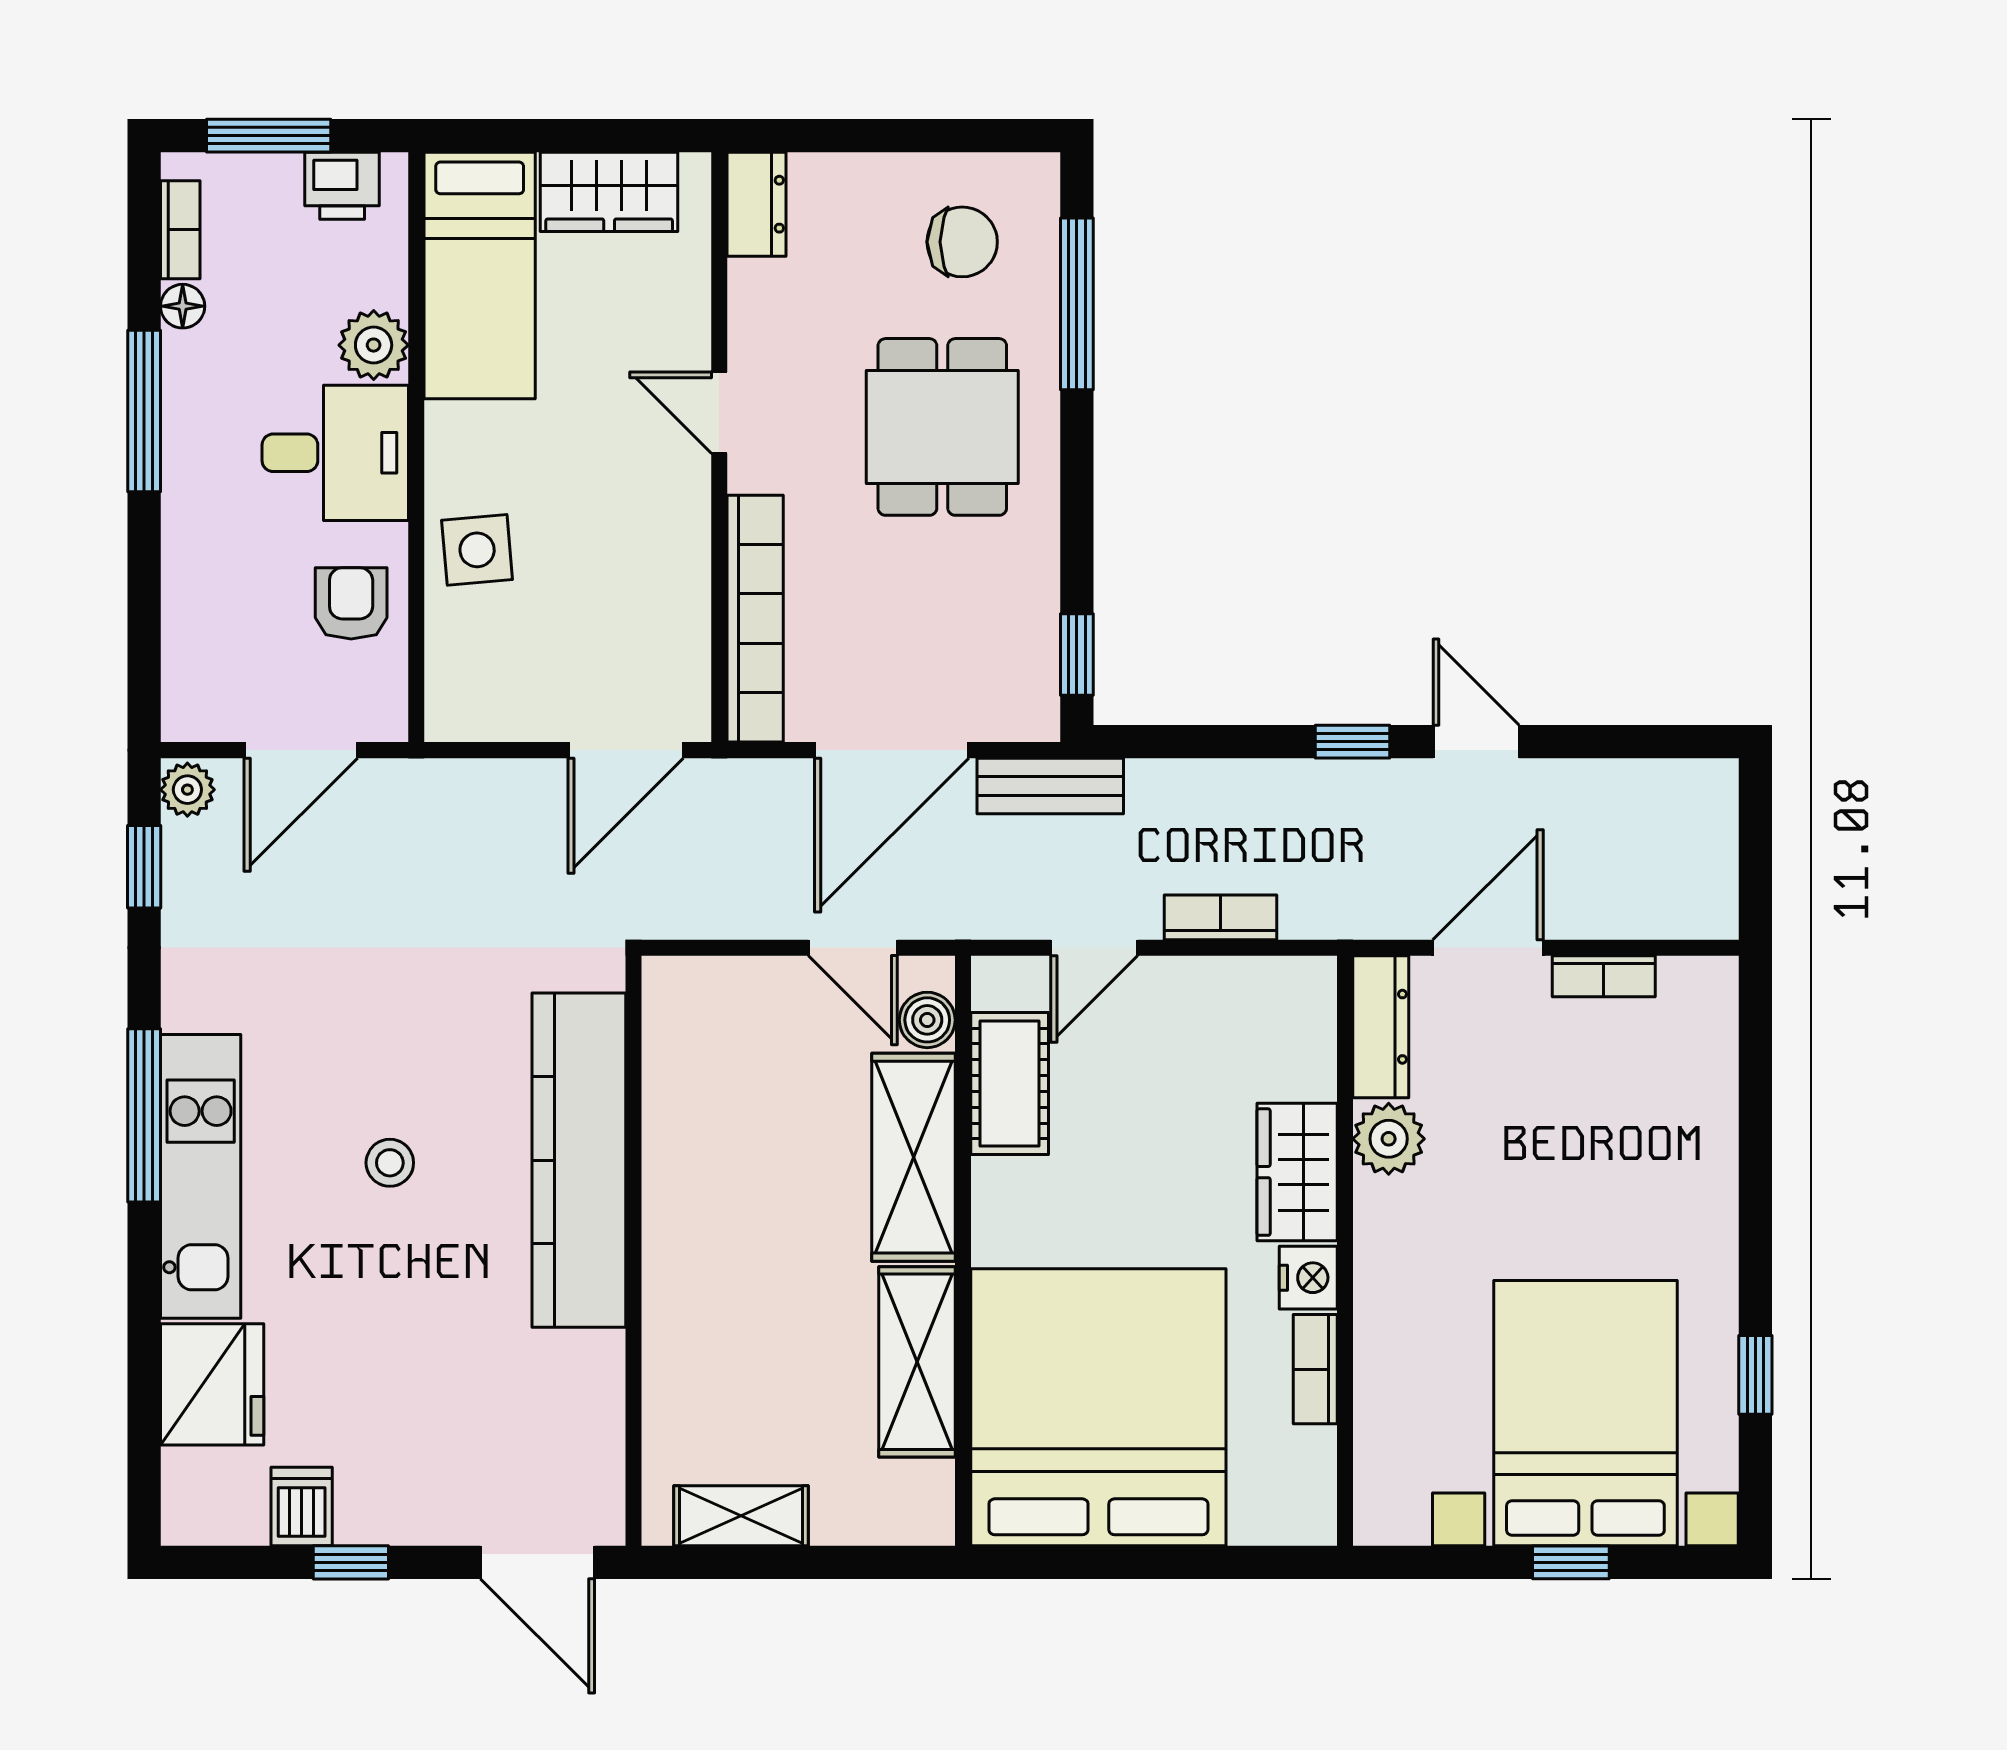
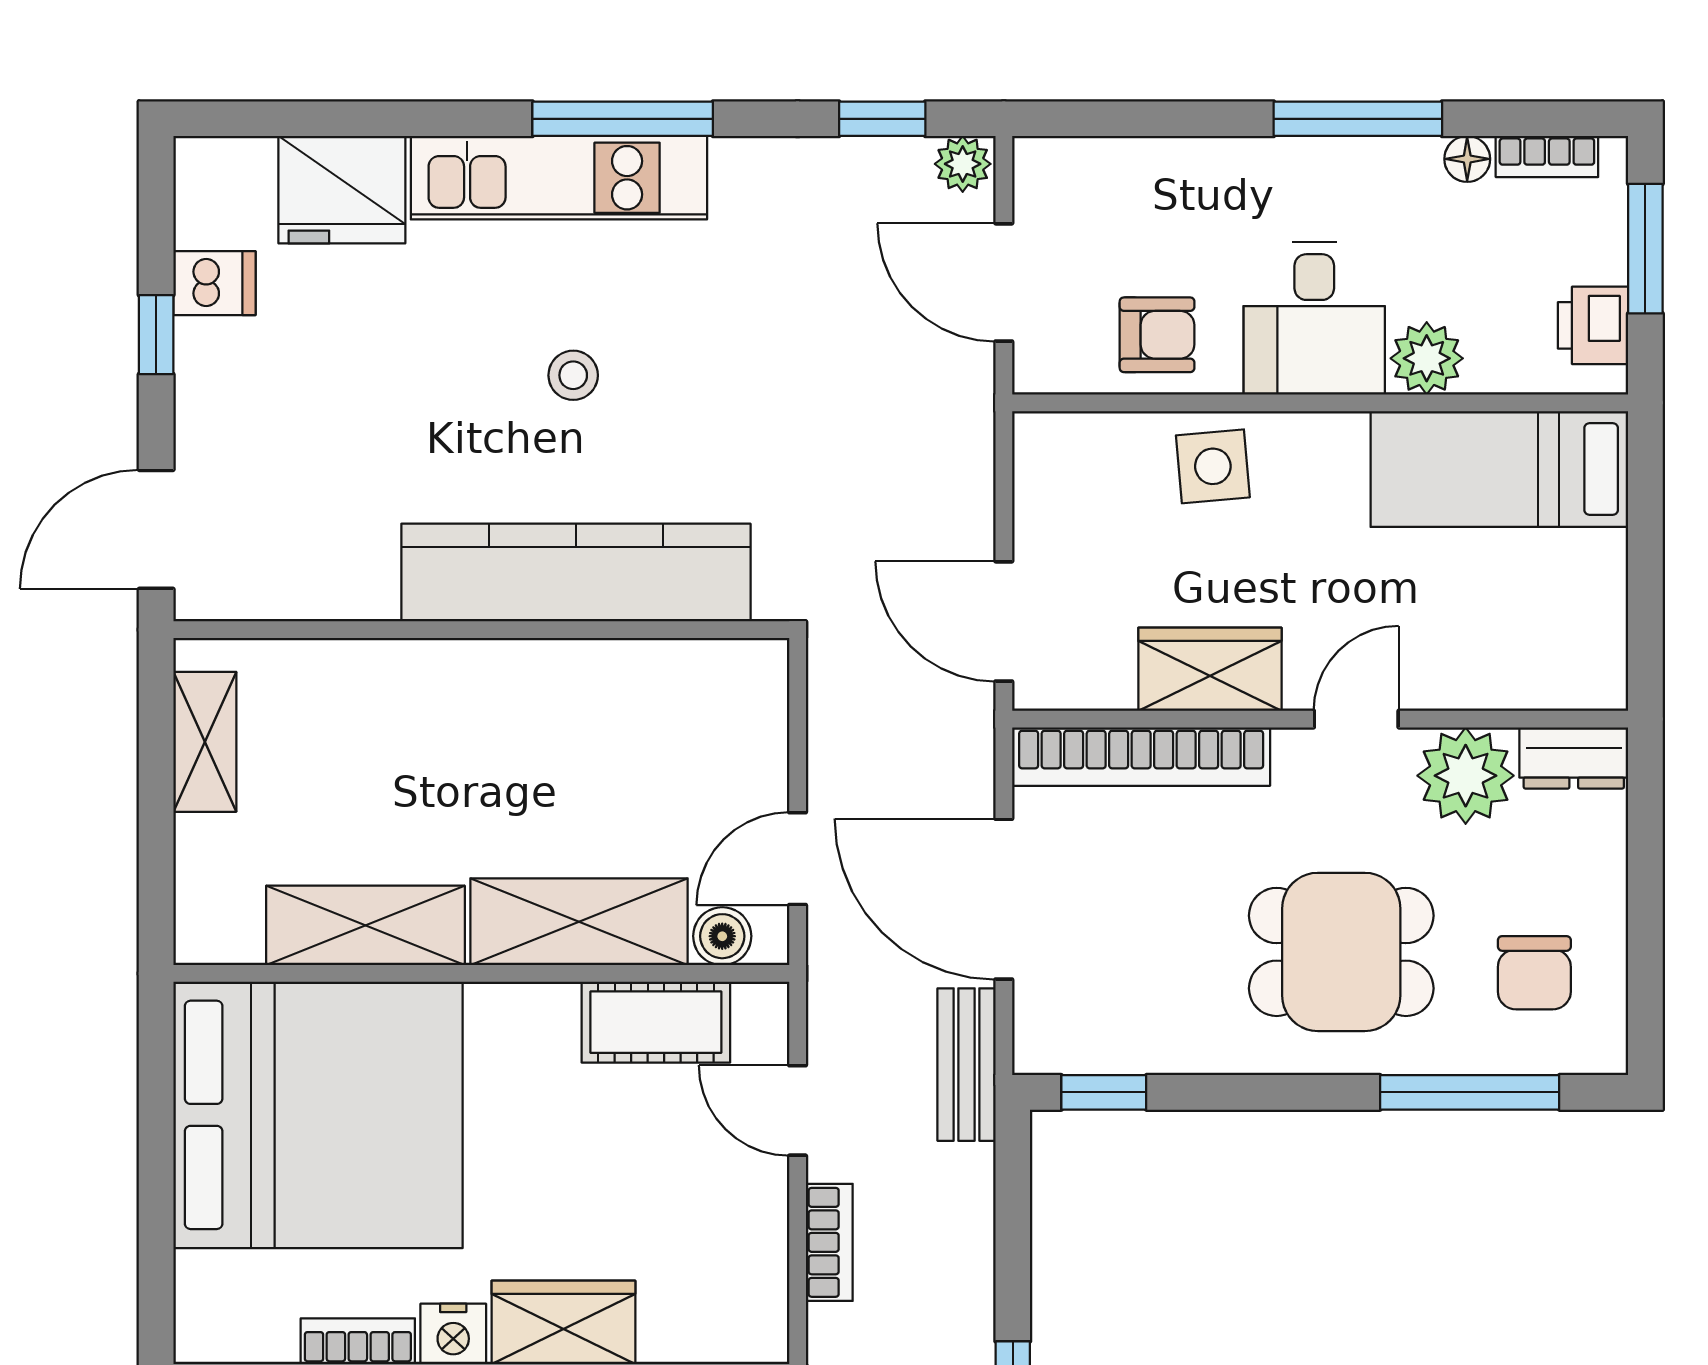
wardrobe: (609, 192) -> (1210, 669), moved, turned 90
plant: (773, 308) -> (1466, 776), added

